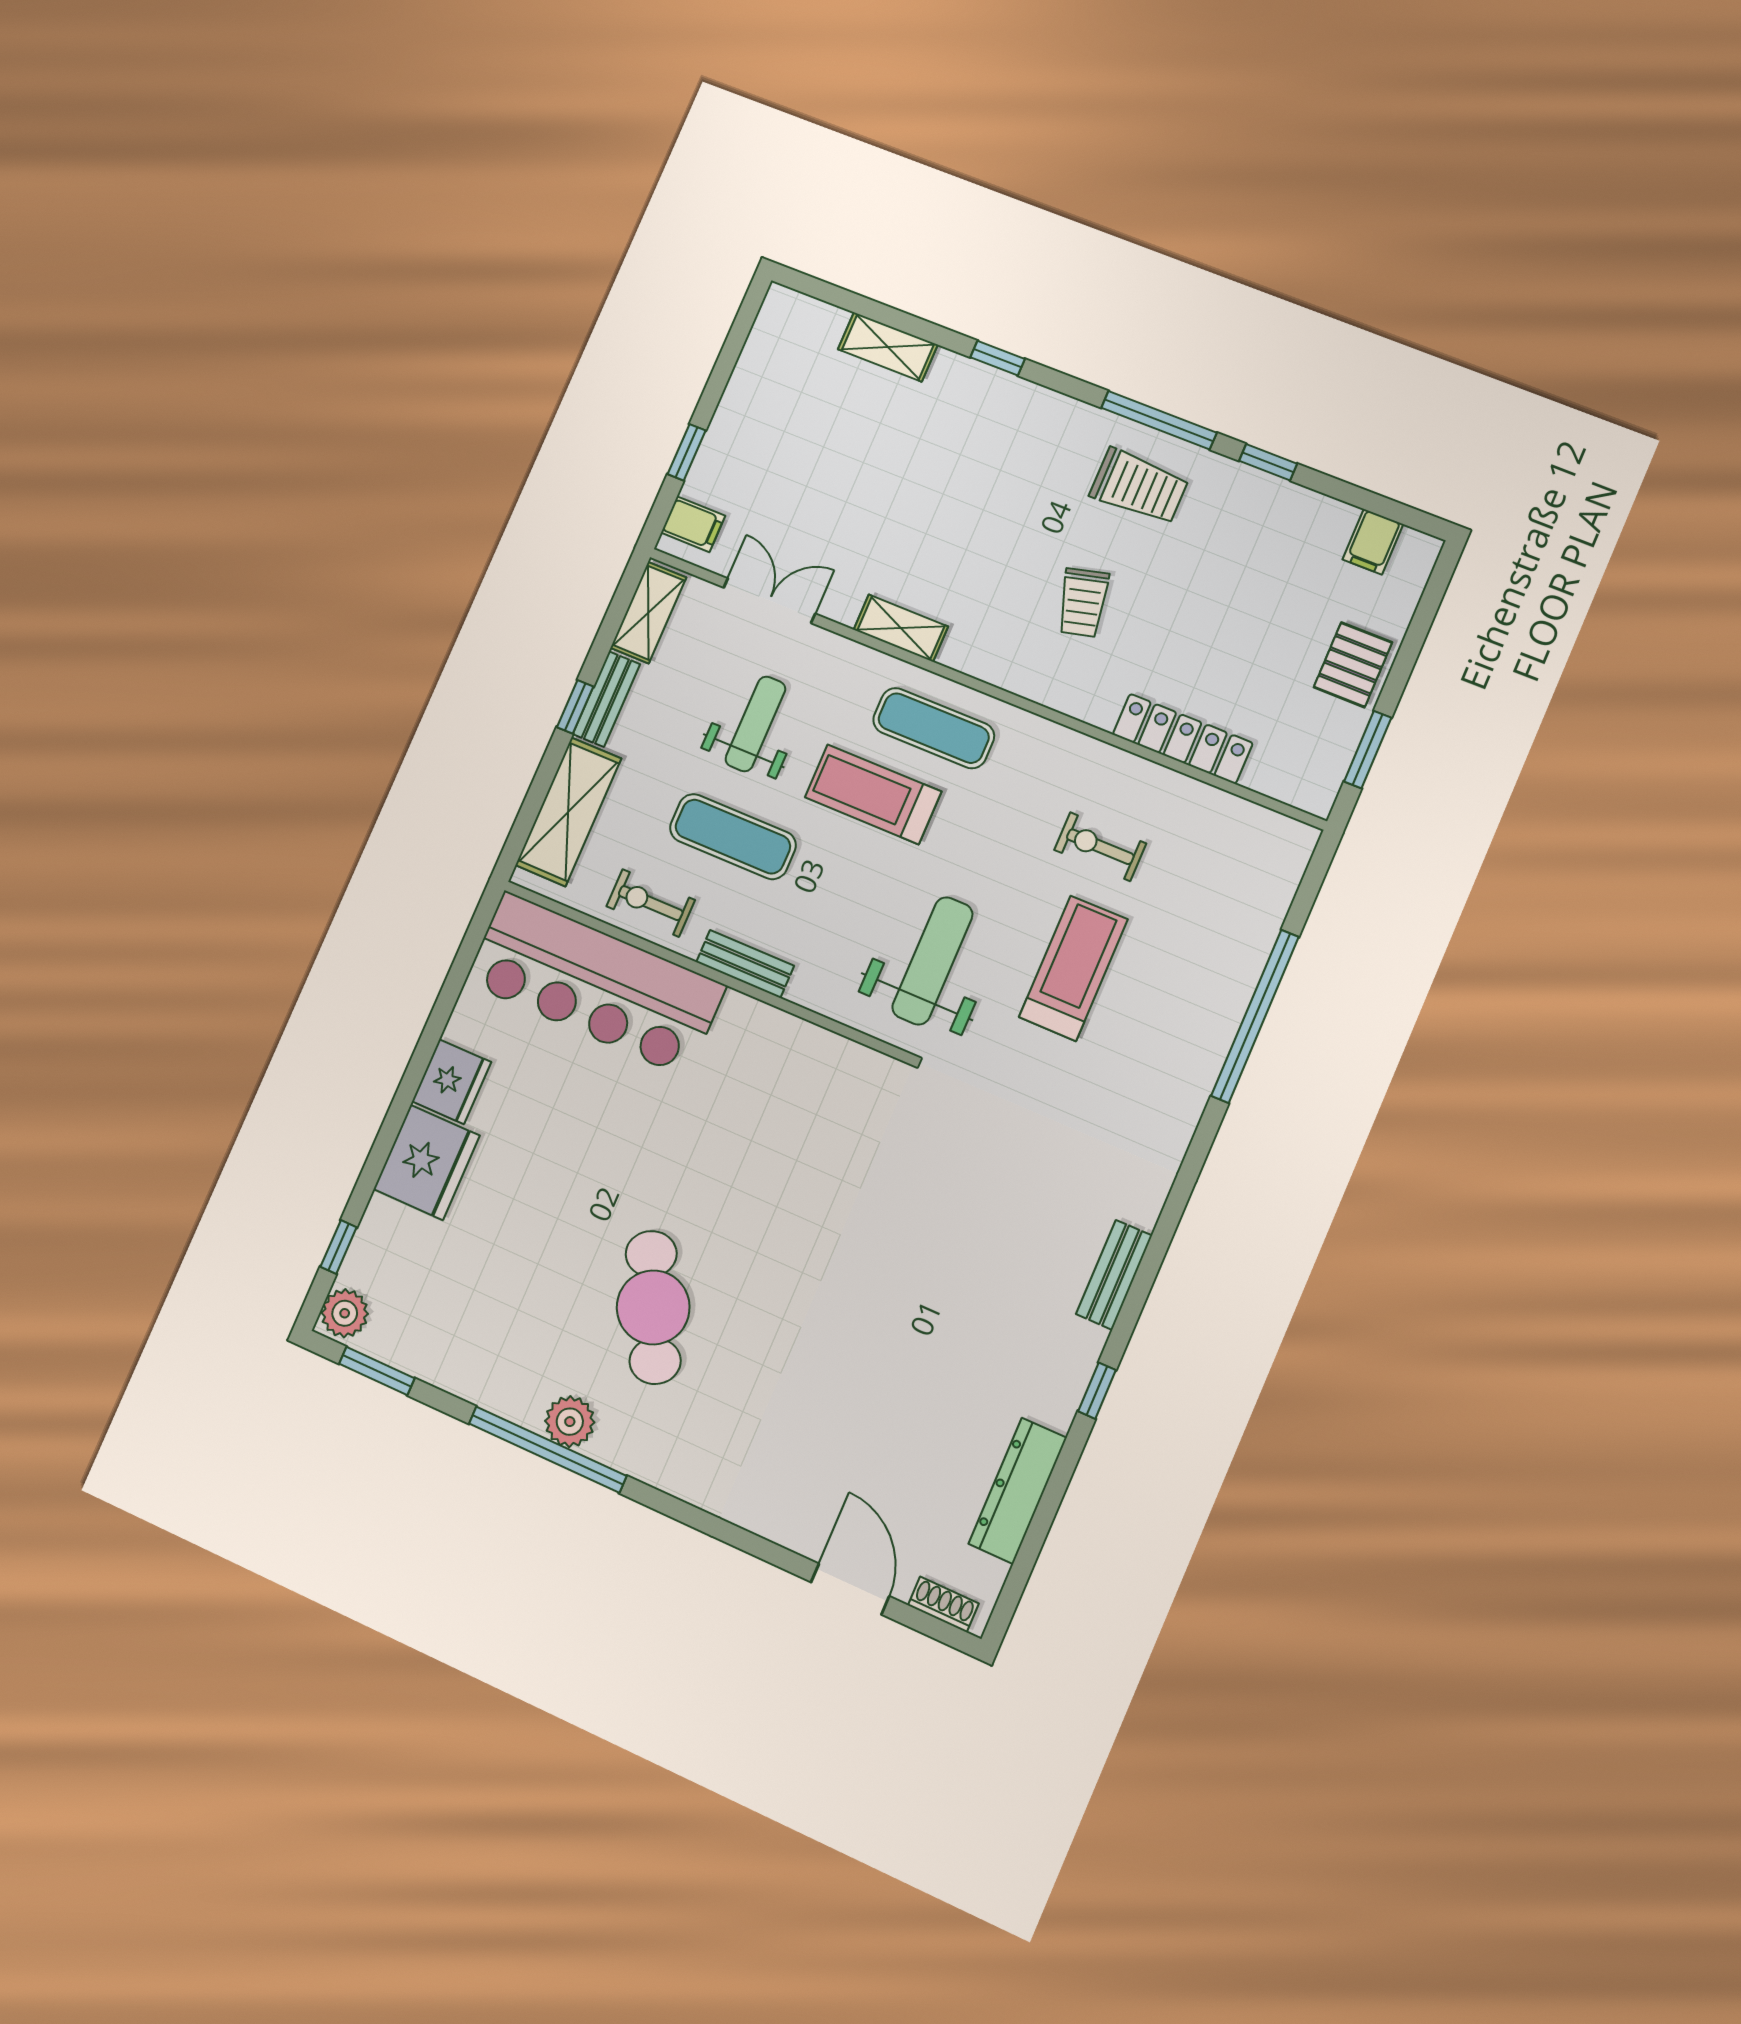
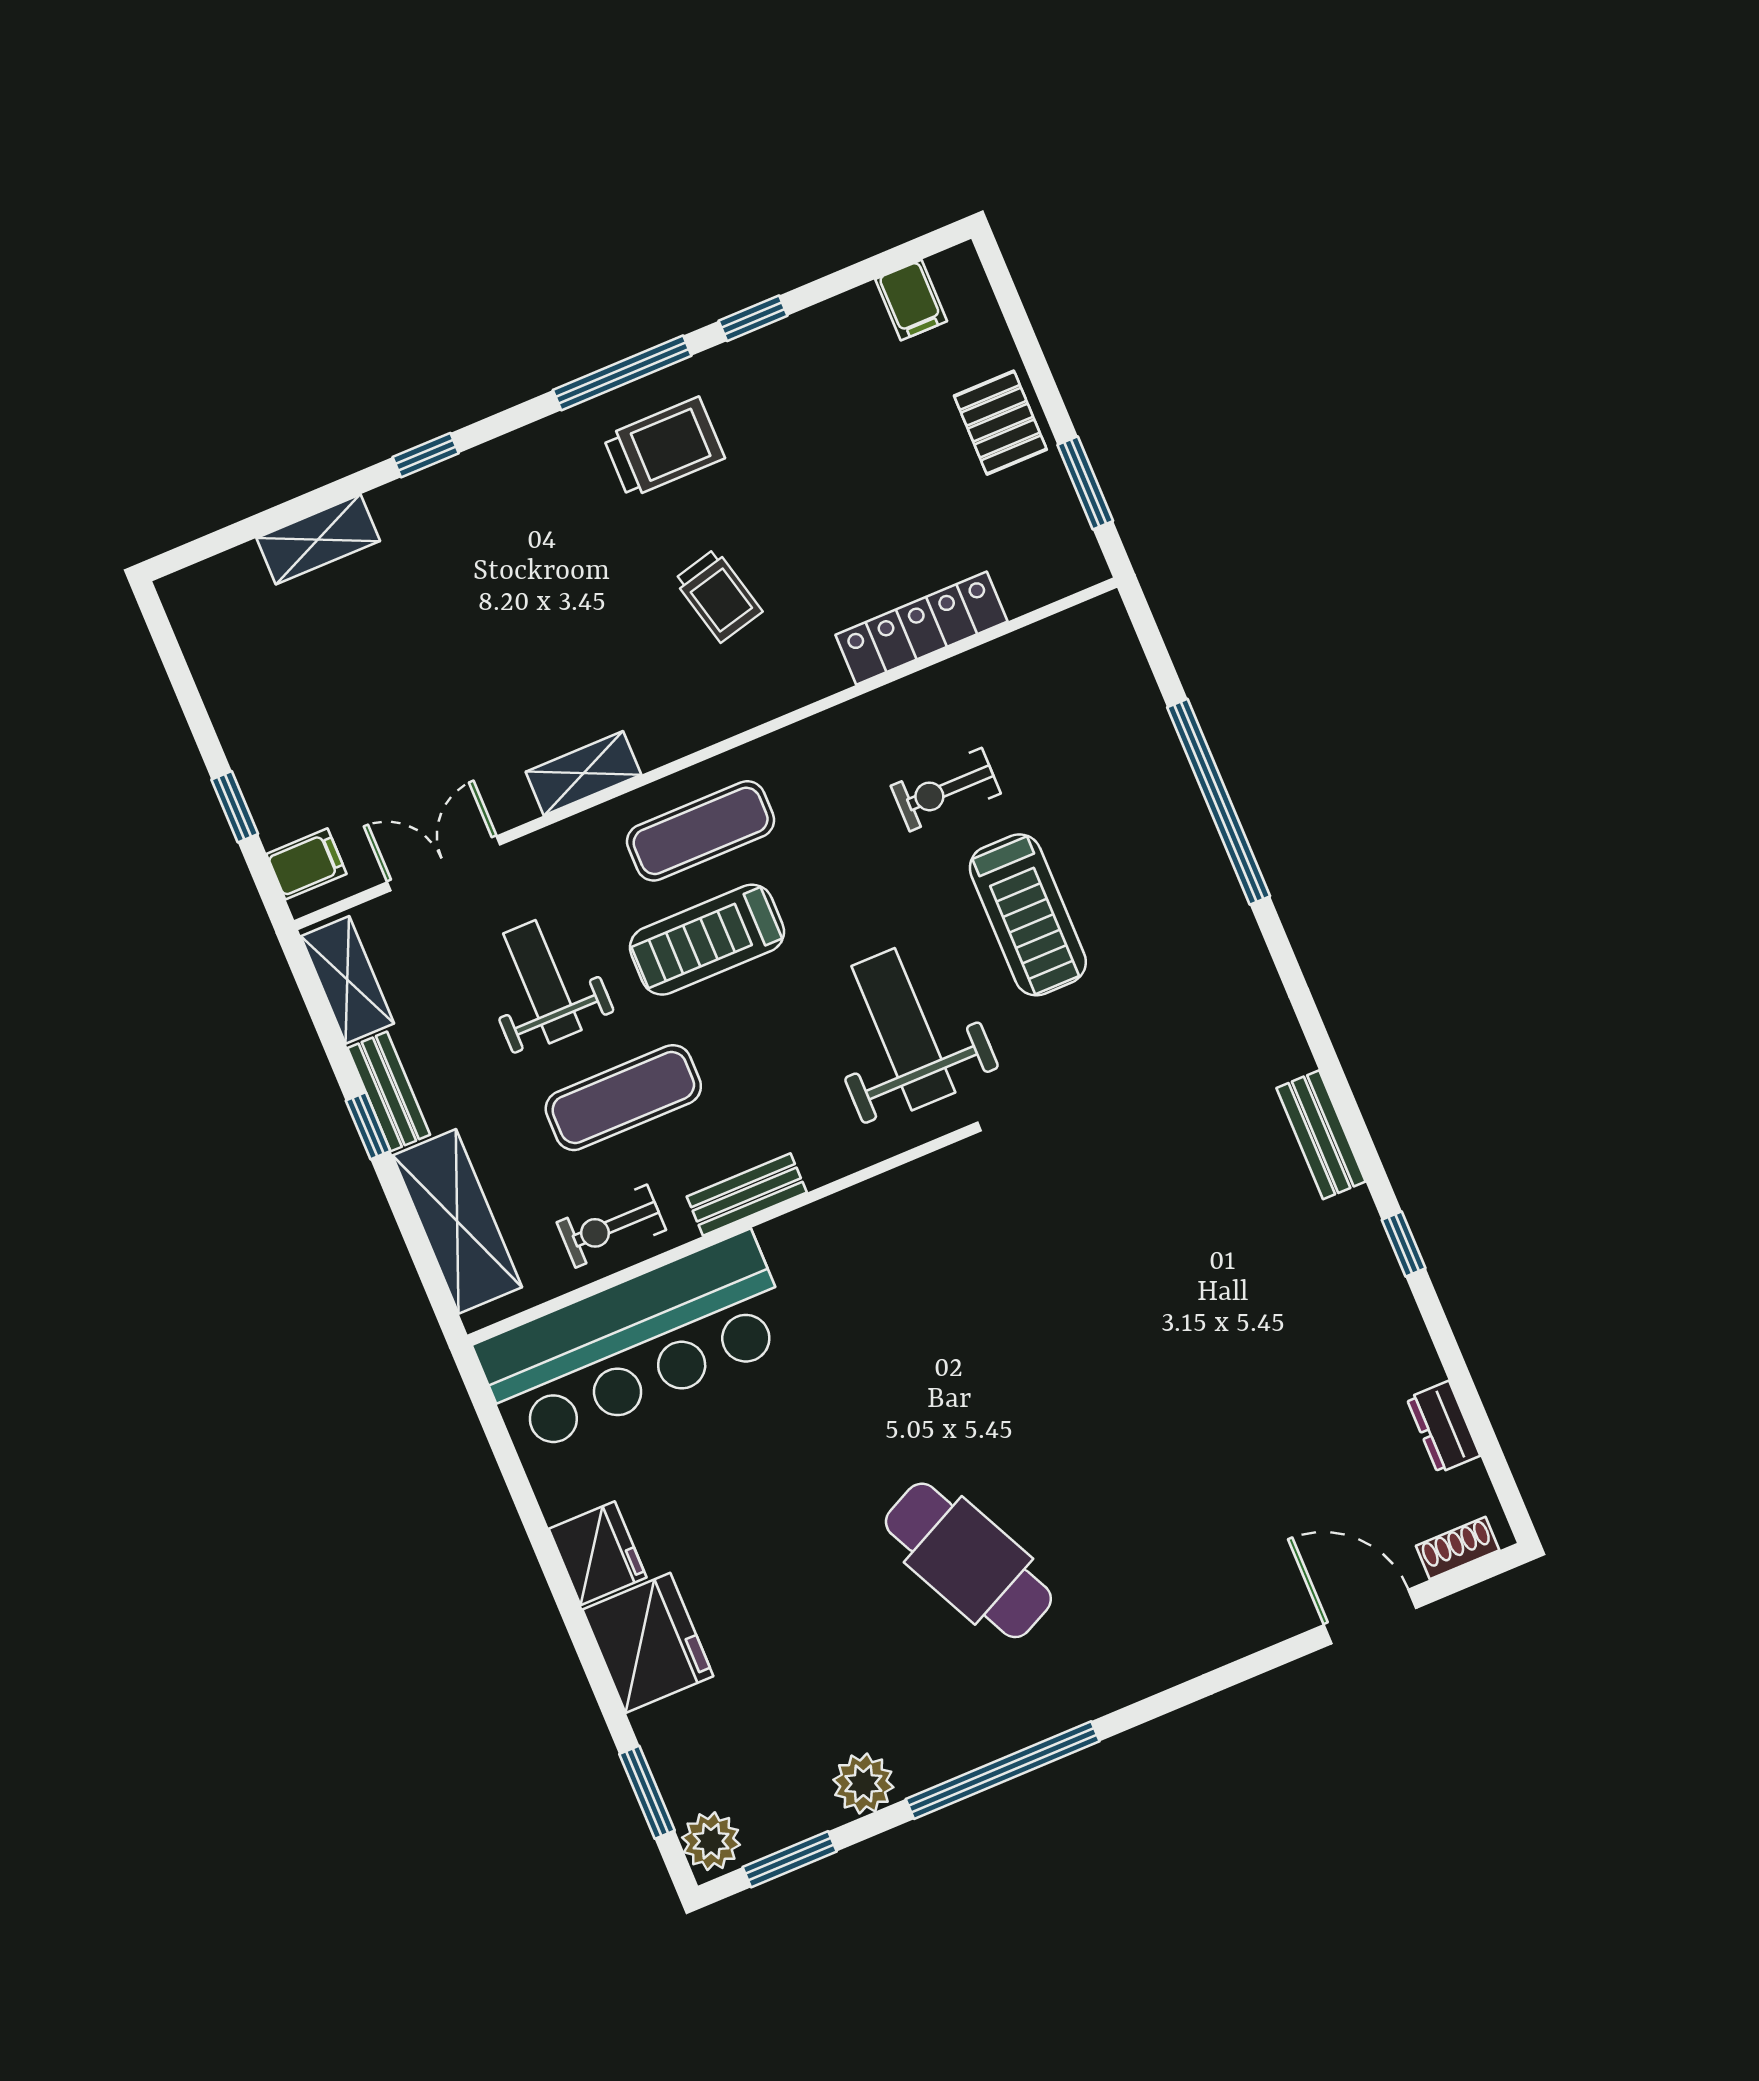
treadmill: (1073, 968) -> (1028, 915), turned 180
window: (339, 1247) -> (647, 1792), width x1.50
plant: (570, 1422) -> (863, 1783), moved
dresser: (1018, 1491) -> (1443, 1427), width x0.51, depth x0.80

